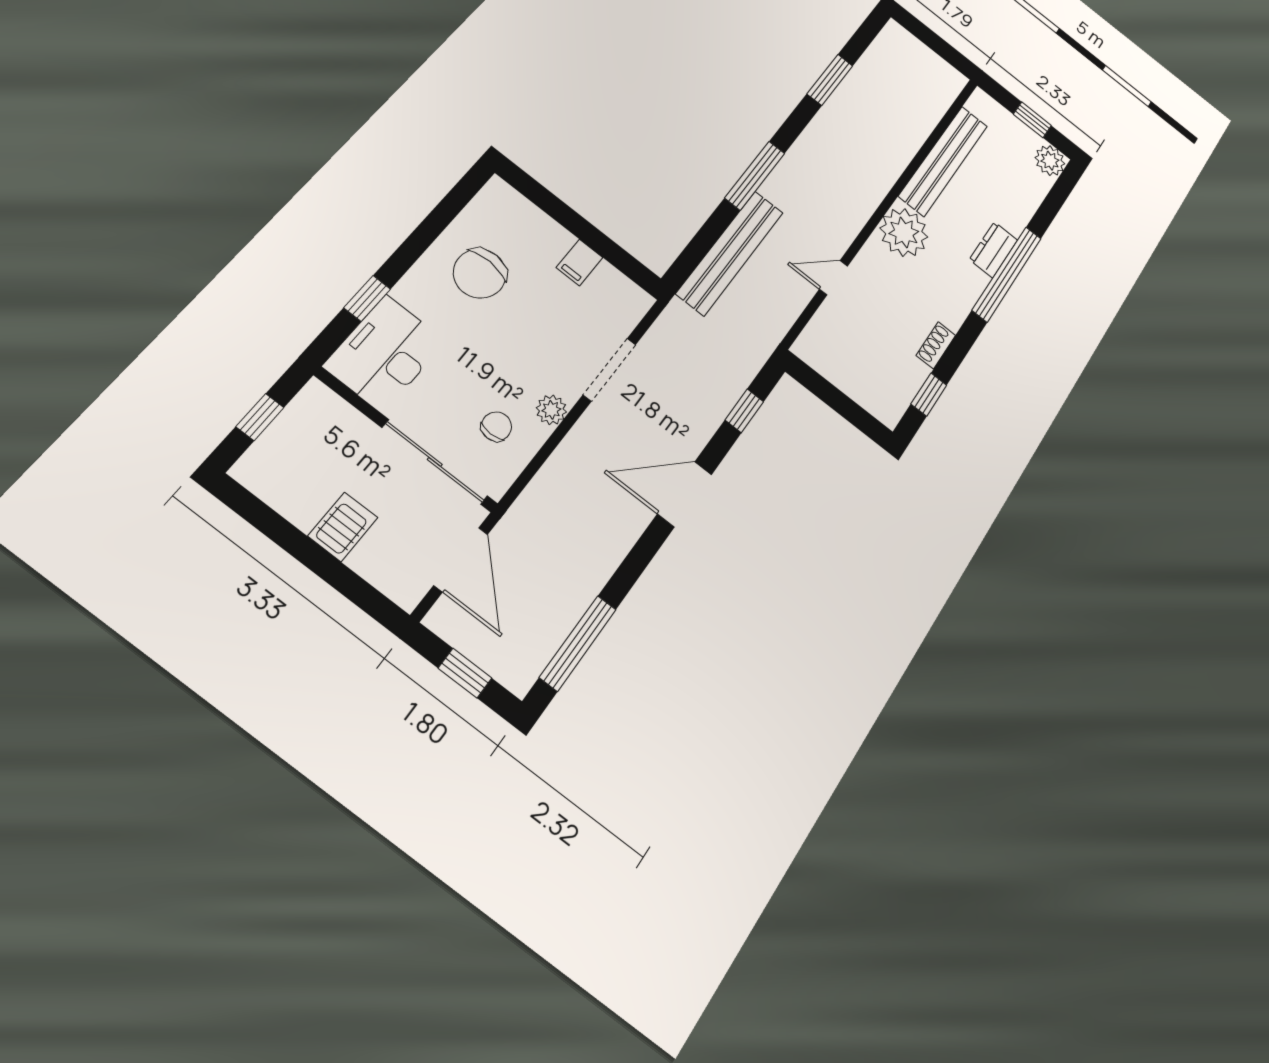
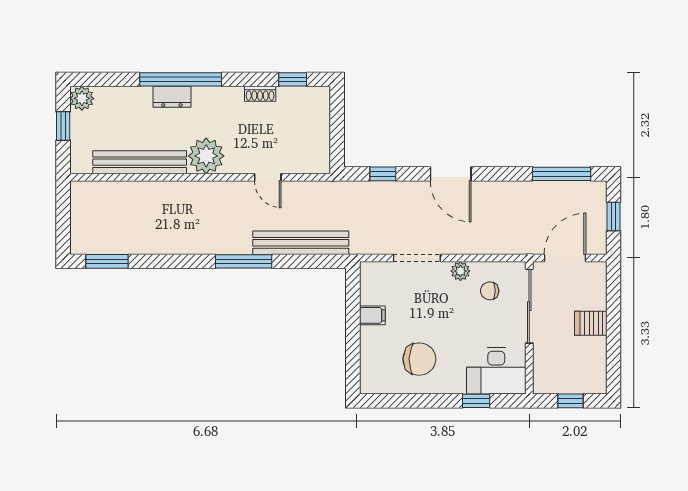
window: (830, 80) -> (107, 261), moved

